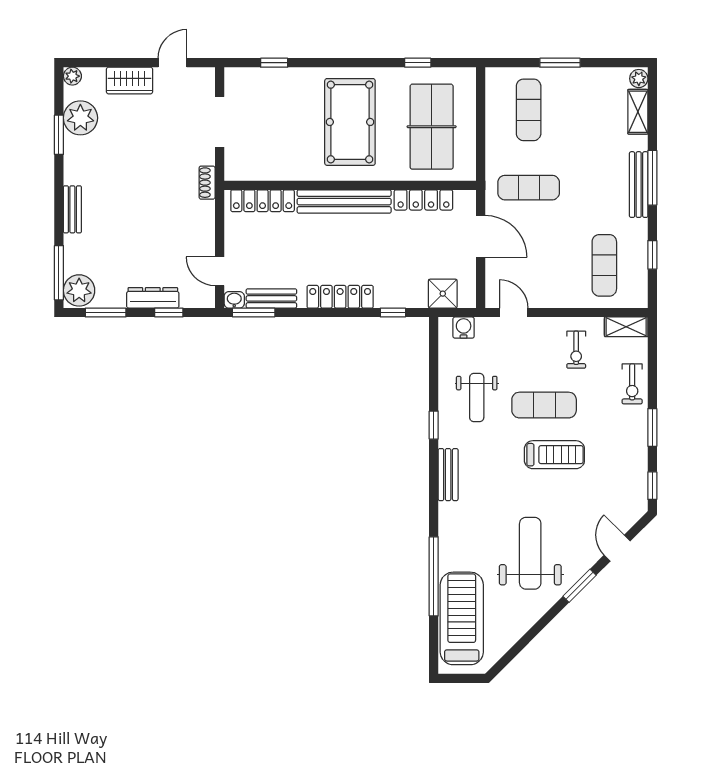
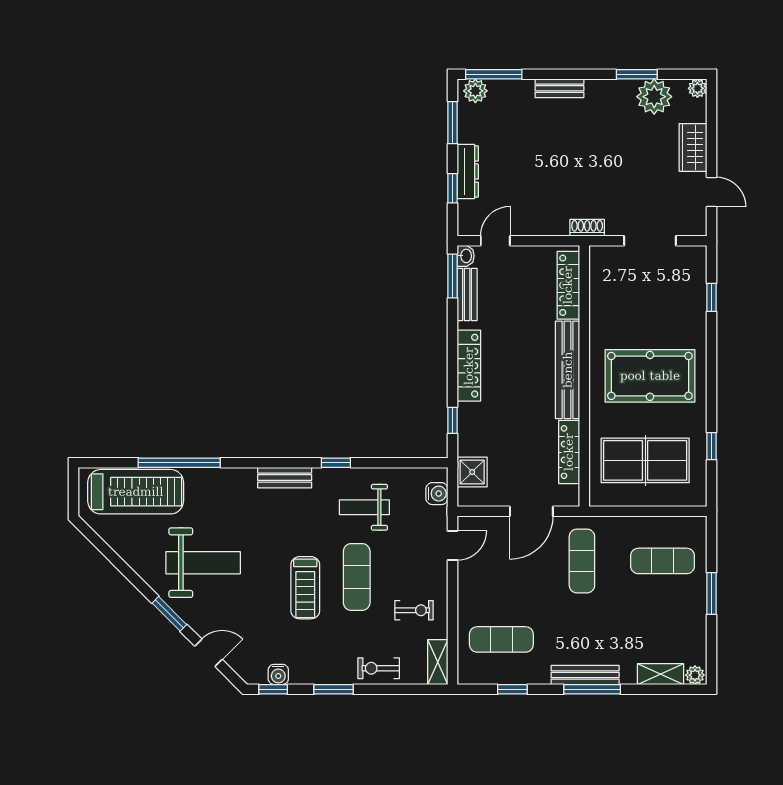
plant: (79, 290) -> (475, 91), width x0.73, depth x0.73
exercise bike: (576, 350) -> (414, 610), turned 180
water cooler: (638, 481) -> (278, 674), added

